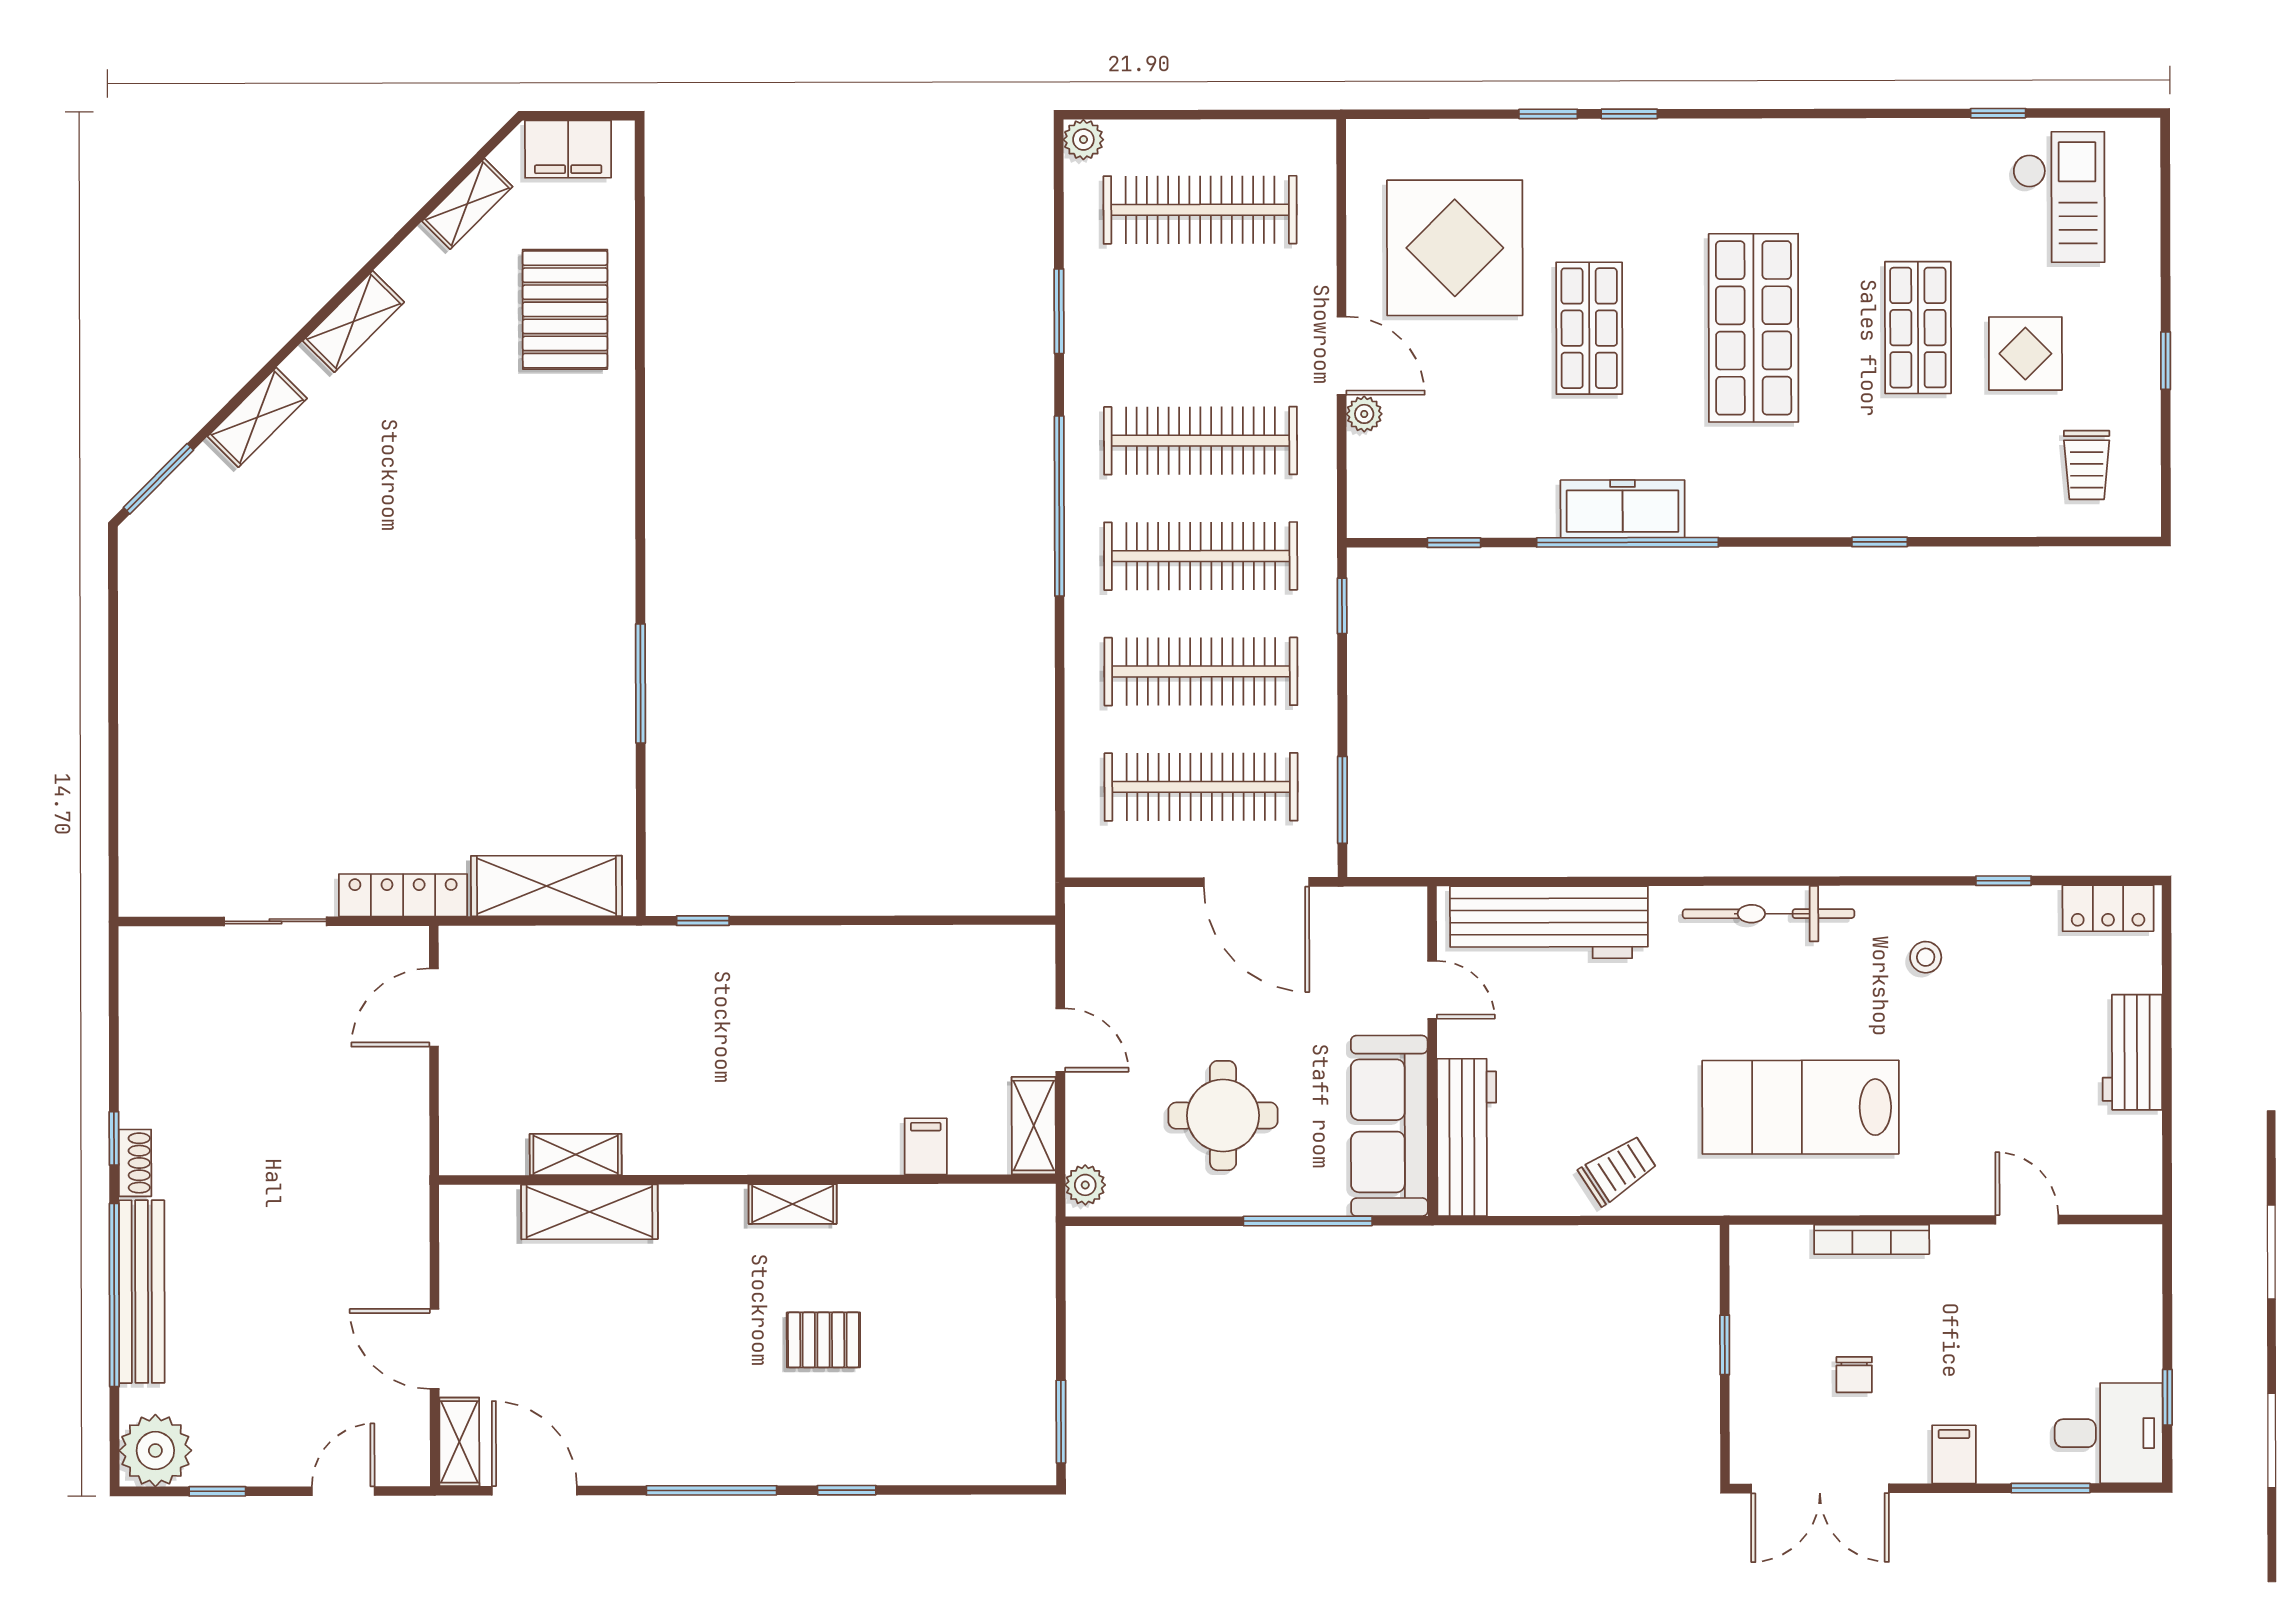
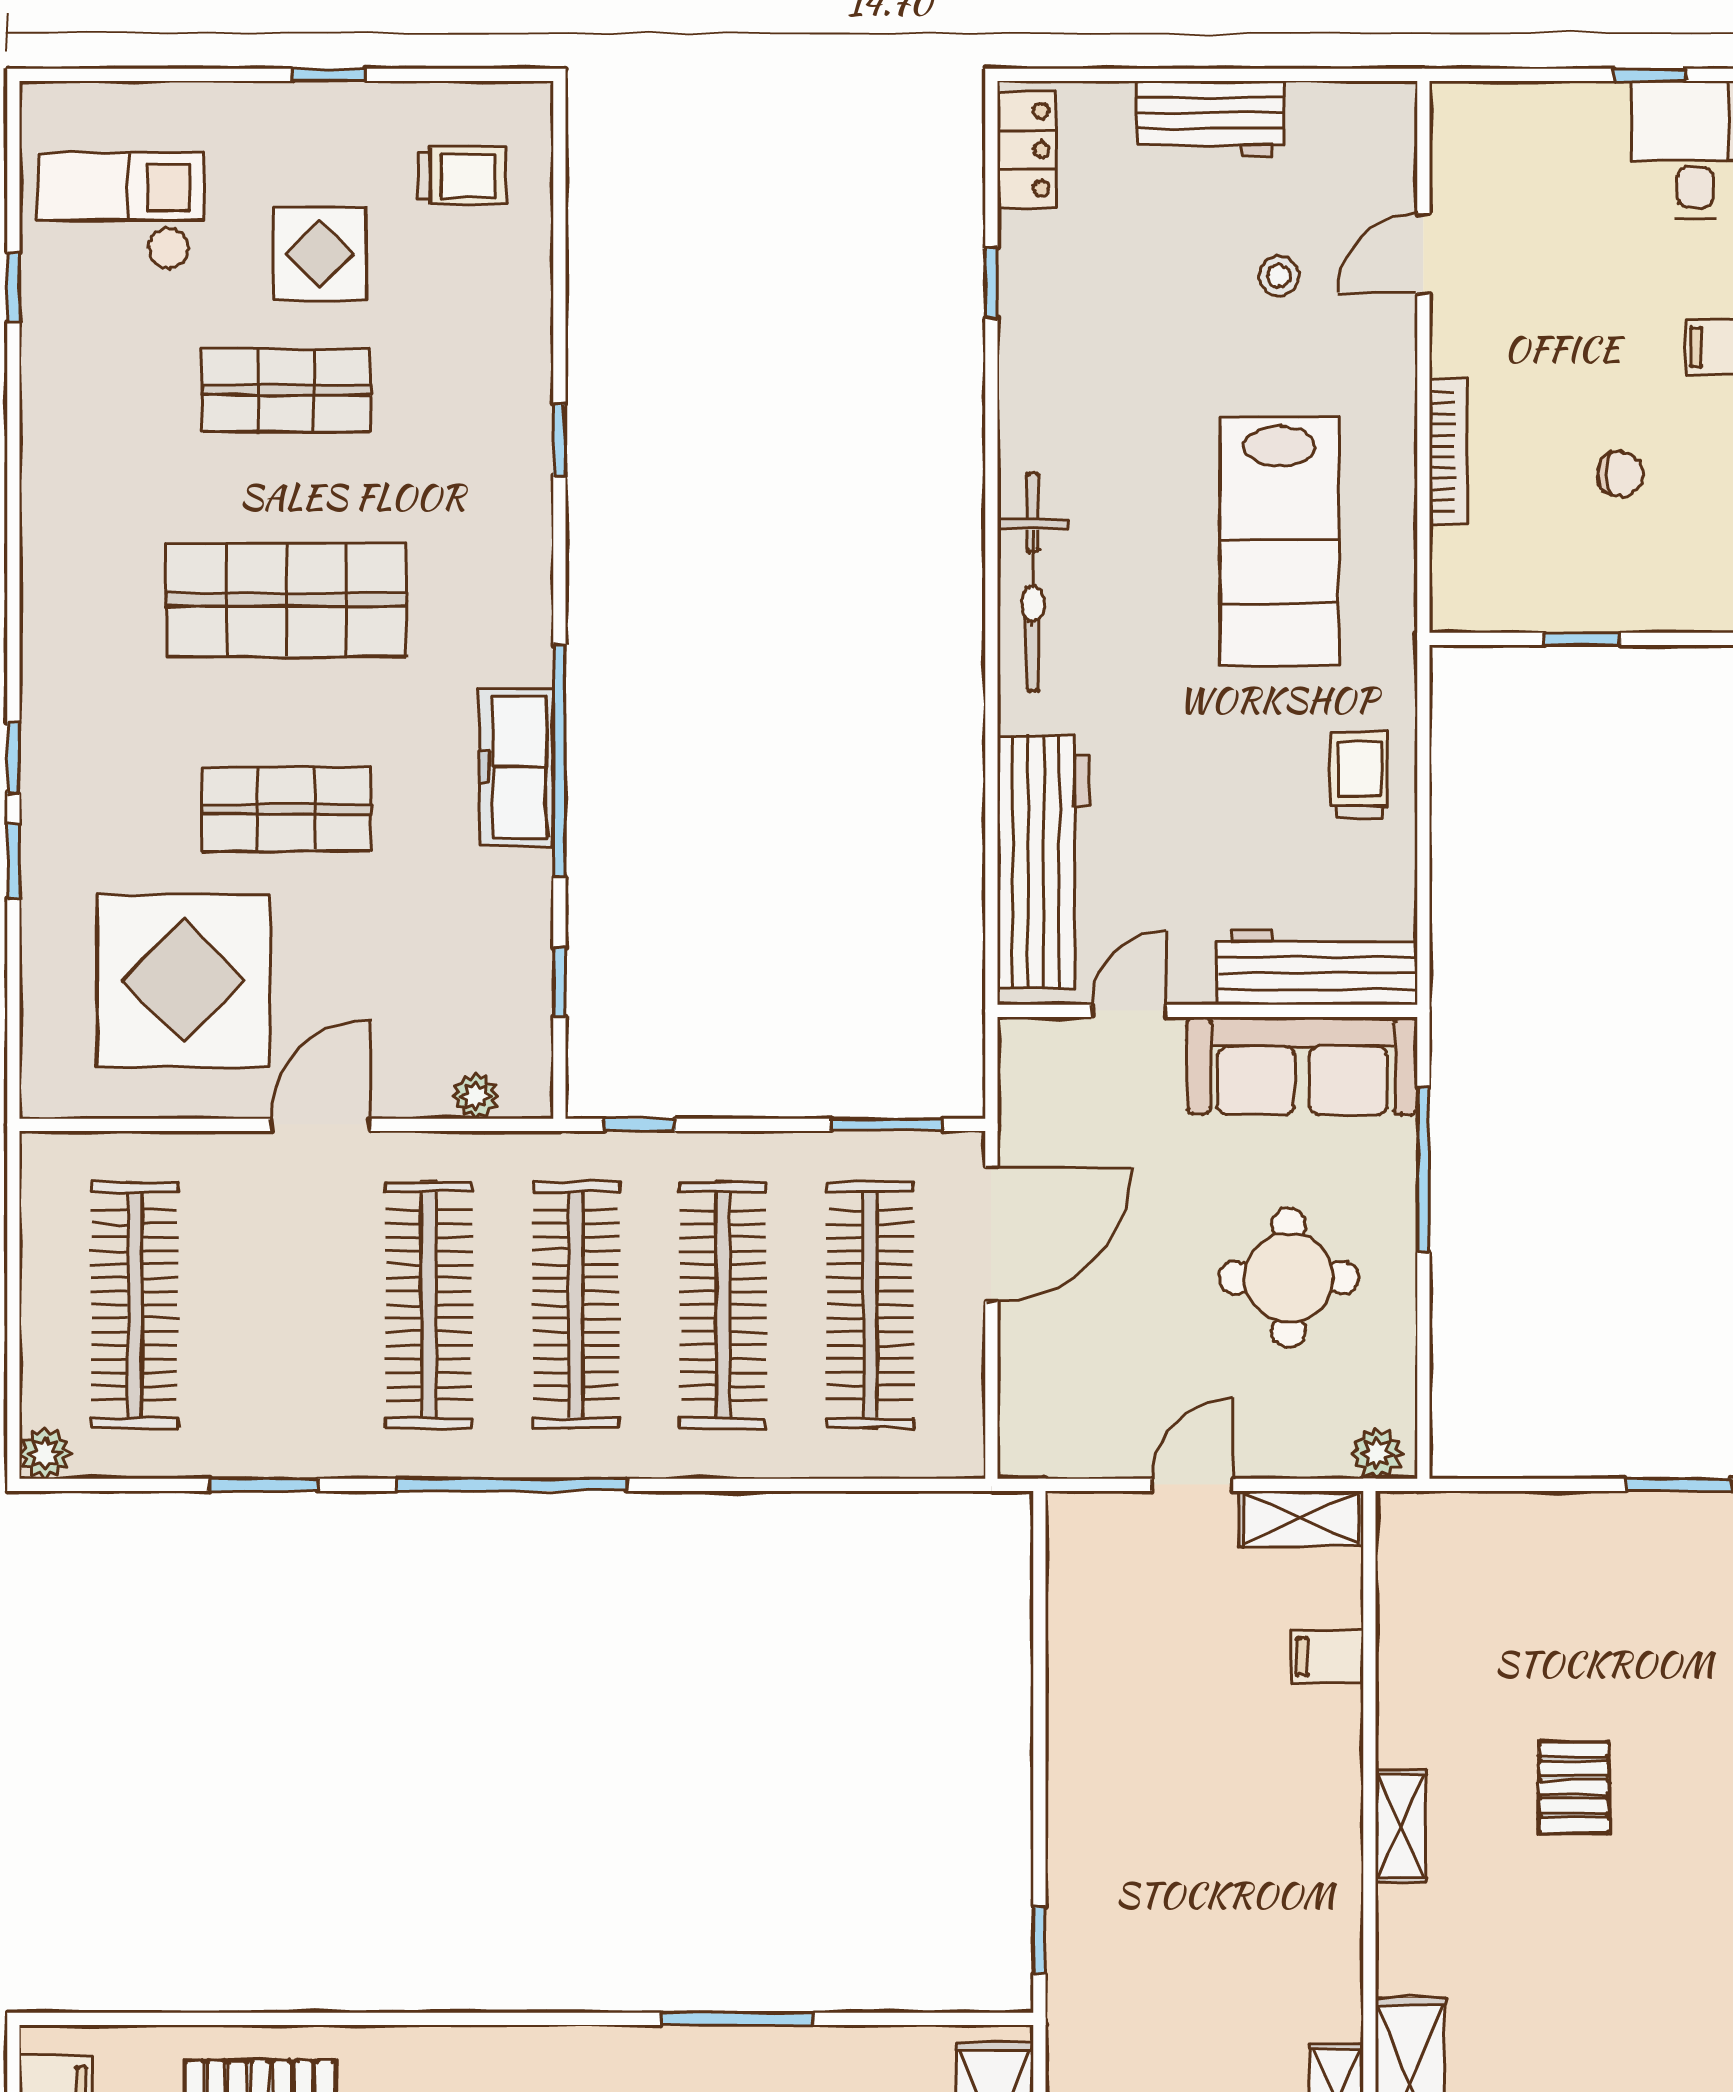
plant: (1364, 414) -> (476, 1096), moved
stool: (1926, 957) -> (1279, 276), moved
trolley: (1618, 1170) -> (1359, 775), turned 33

